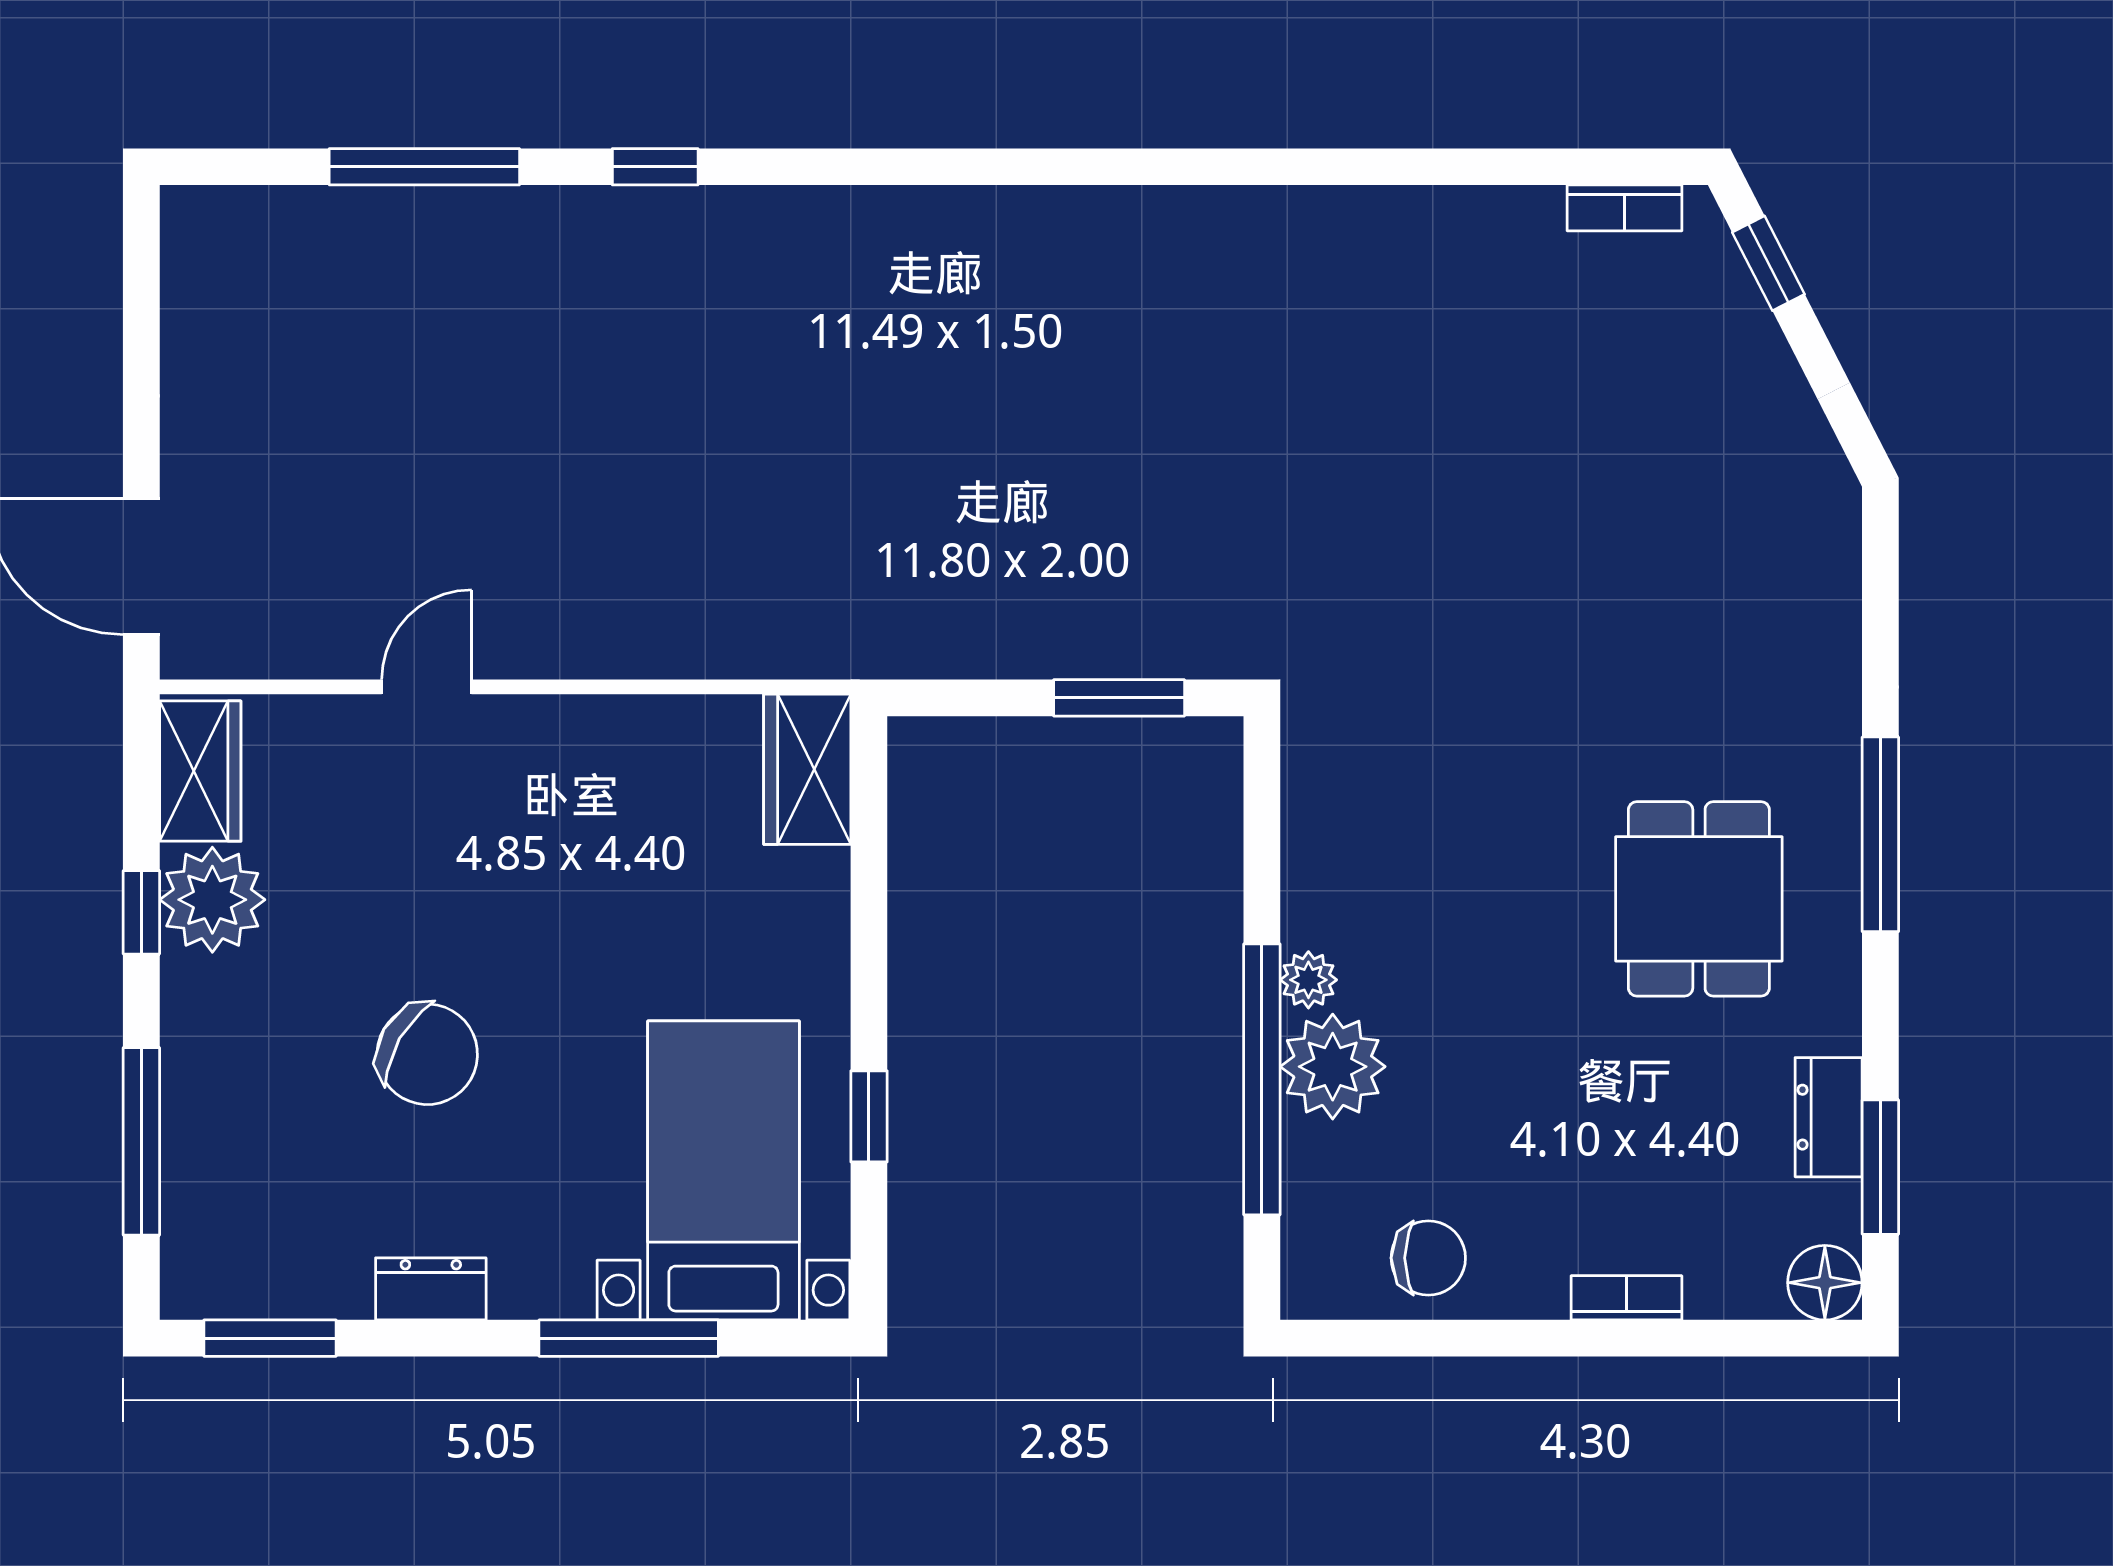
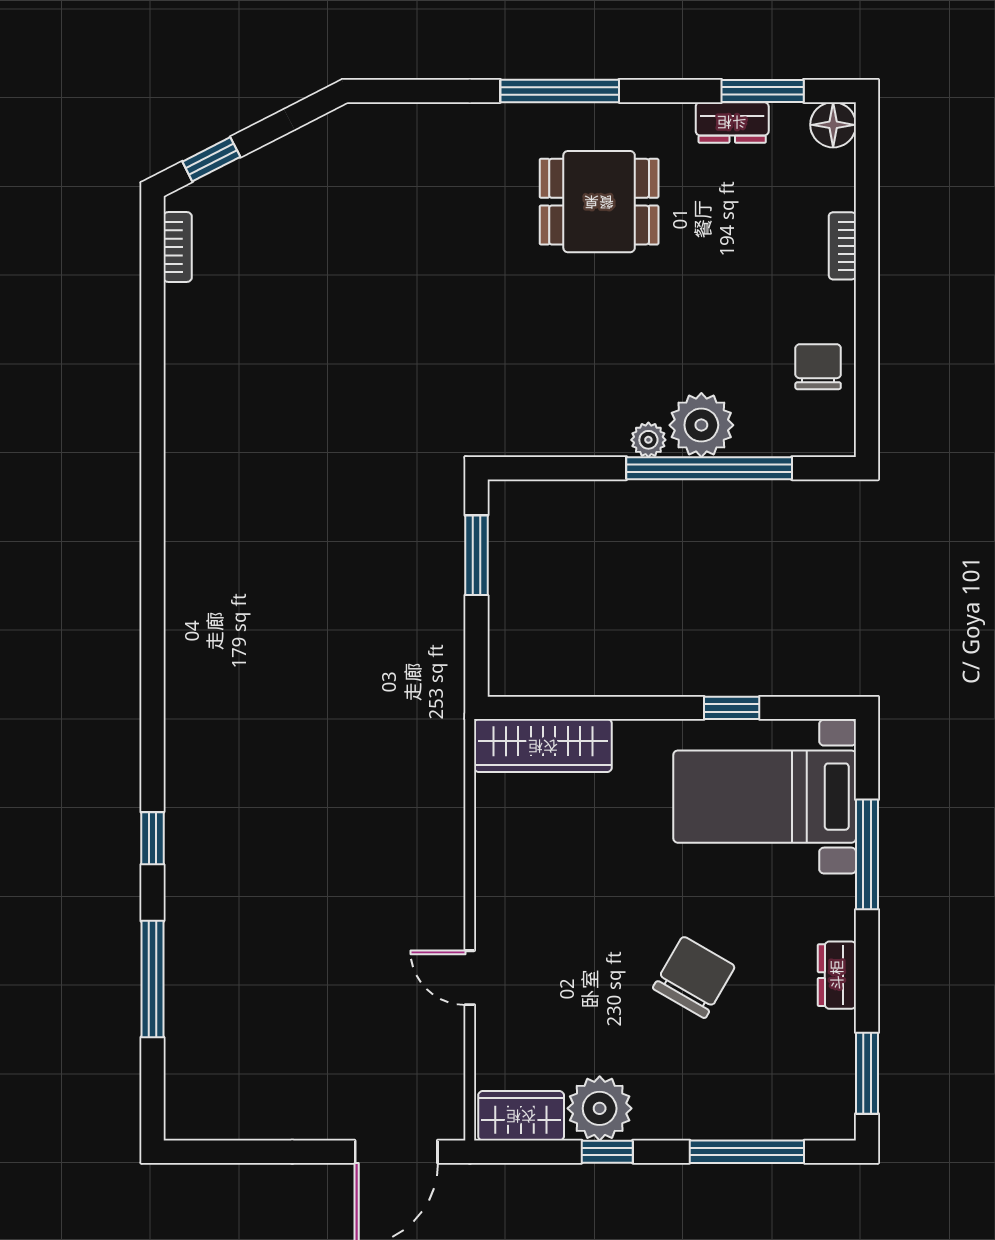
wardrobe: (807, 769) -> (543, 746), width x1.50

